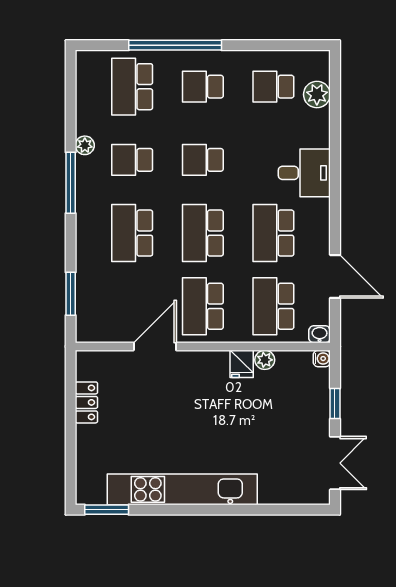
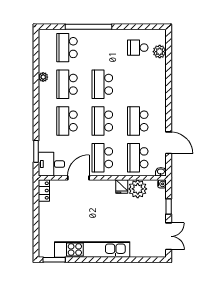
school desk: (203, 87) -> (102, 48), removed
school desk: (132, 160) -> (67, 84), width x1.85
school desk: (203, 160) -> (102, 84), width x1.85
desk: (304, 173) -> (51, 164), moved, turned 180
window: (71, 183) -> (36, 96), removed
plant: (265, 360) -> (138, 189), width x1.88, depth x1.88
locker: (86, 402) -> (44, 191), moved

